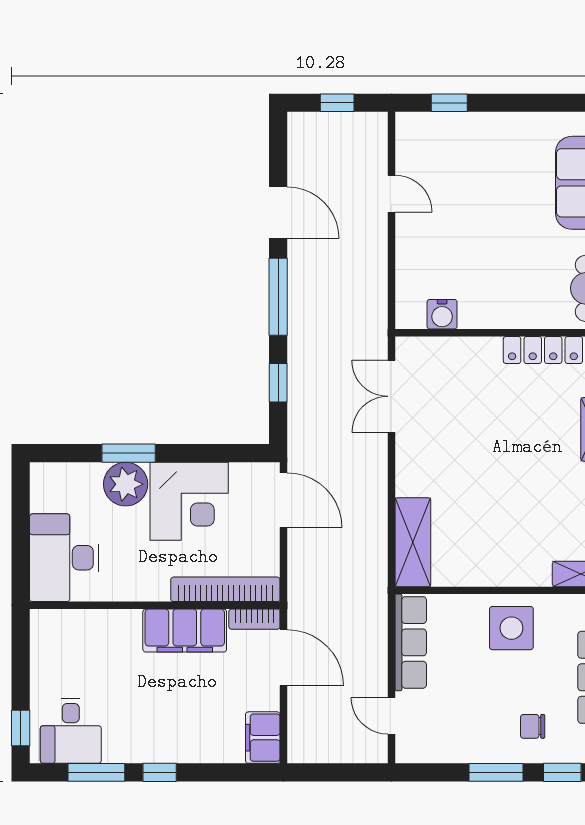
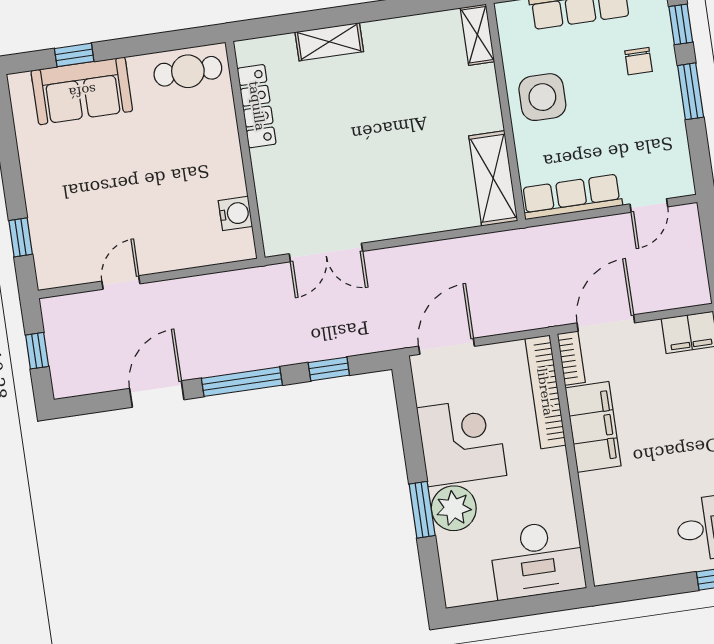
shelving: (413, 542) -> (493, 178), moved, turned 90

